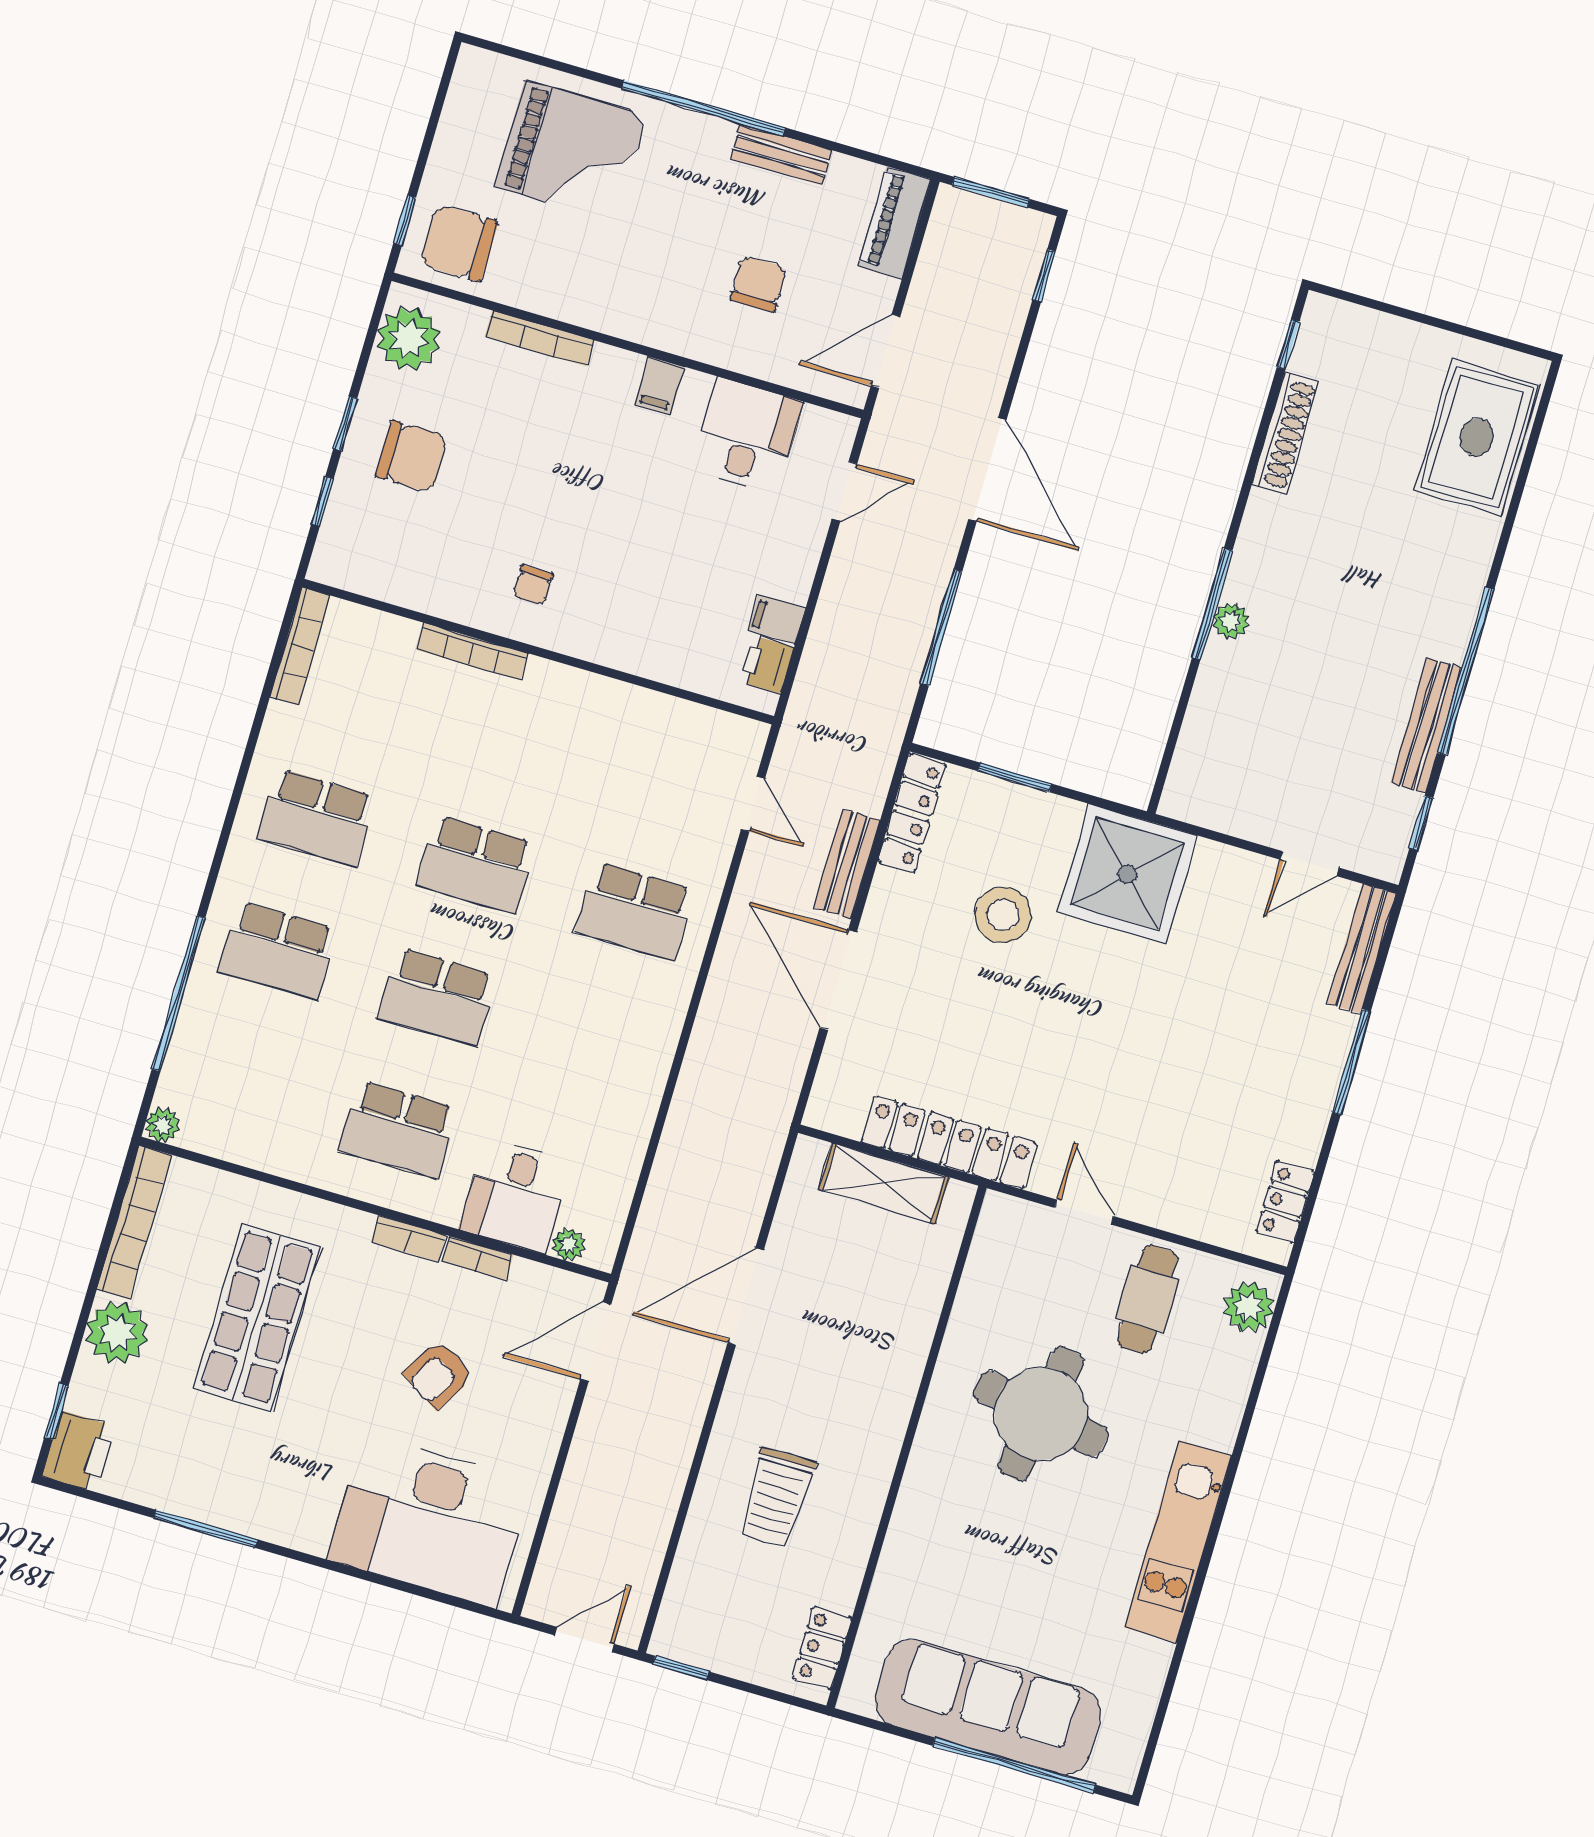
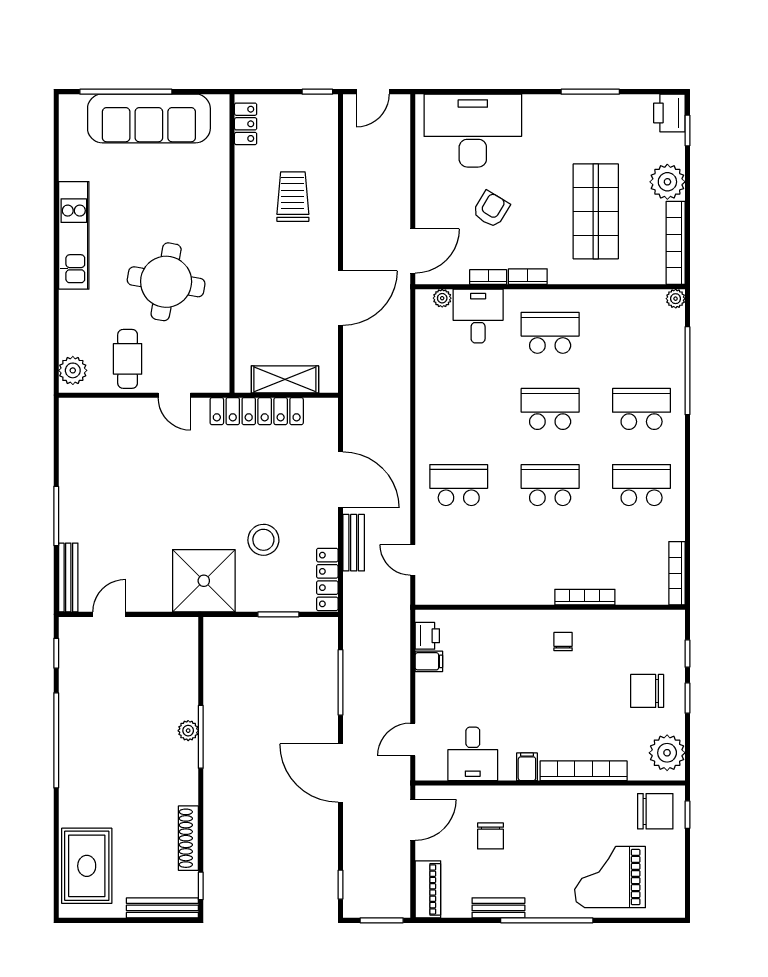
bookcase: (540, 339) -> (584, 771), width x1.48, depth x1.31
bench: (1426, 725) -> (162, 908), moved, turned 90
locker: (1285, 1202) -> (70, 432), removed

